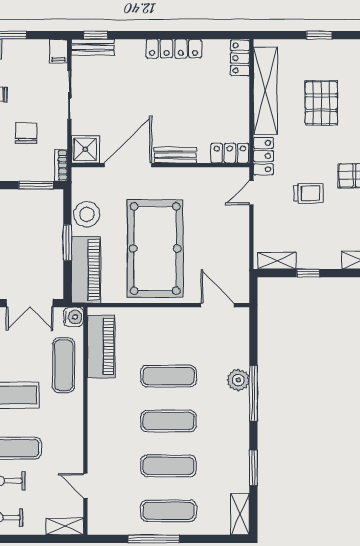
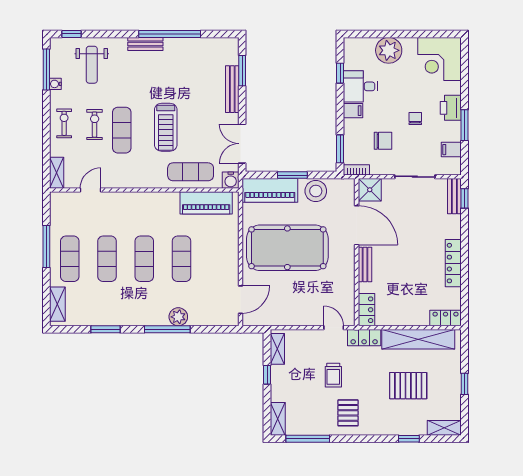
filing cabinet: (59, 51) -> (451, 150), moved
shelving: (240, 514) -> (57, 304), moved, turned 90

